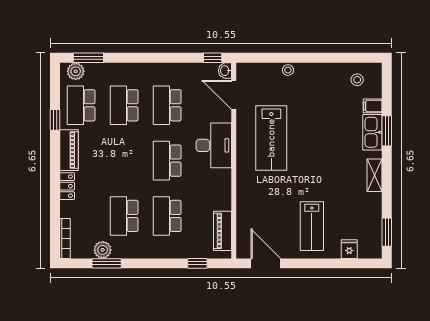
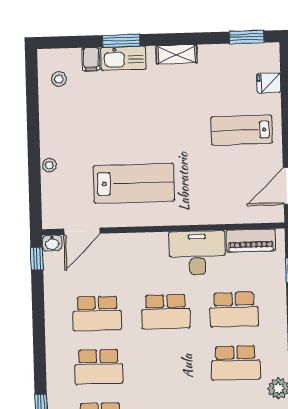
desk: (214, 145) -> (197, 253), moved
lab bench: (312, 226) -> (242, 130), turned 180

